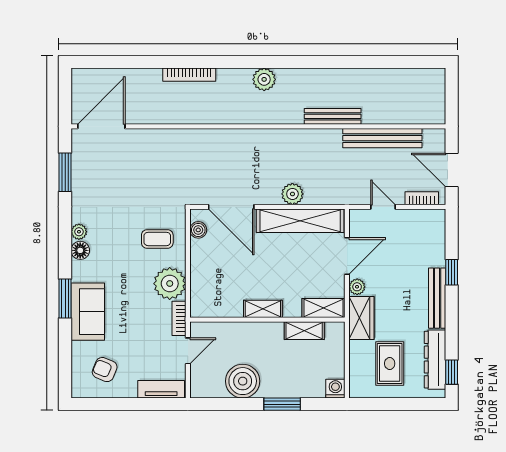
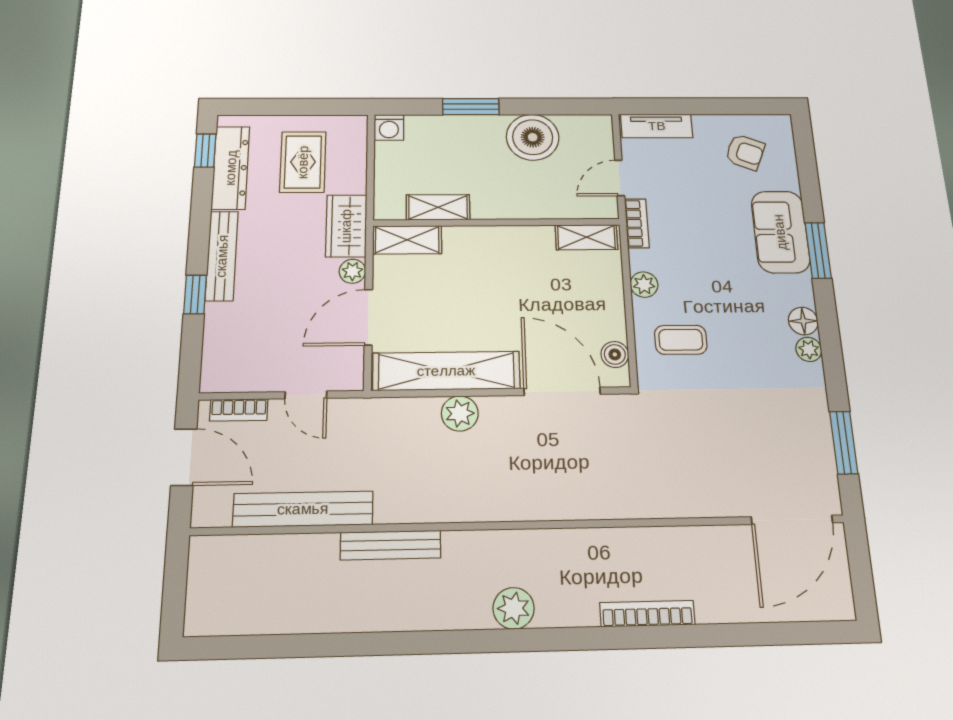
plant: (170, 284) -> (644, 285), width x0.53, depth x0.53
shelving: (263, 309) -> (586, 237), moved

